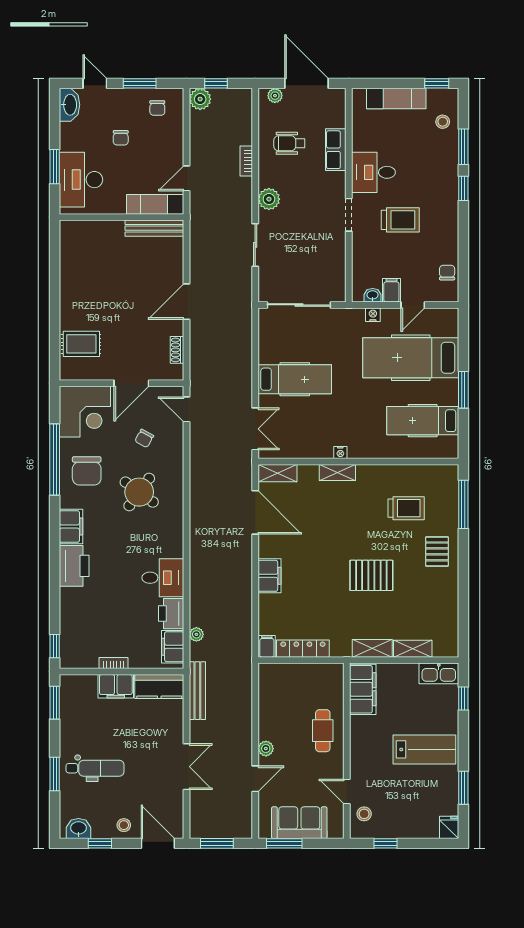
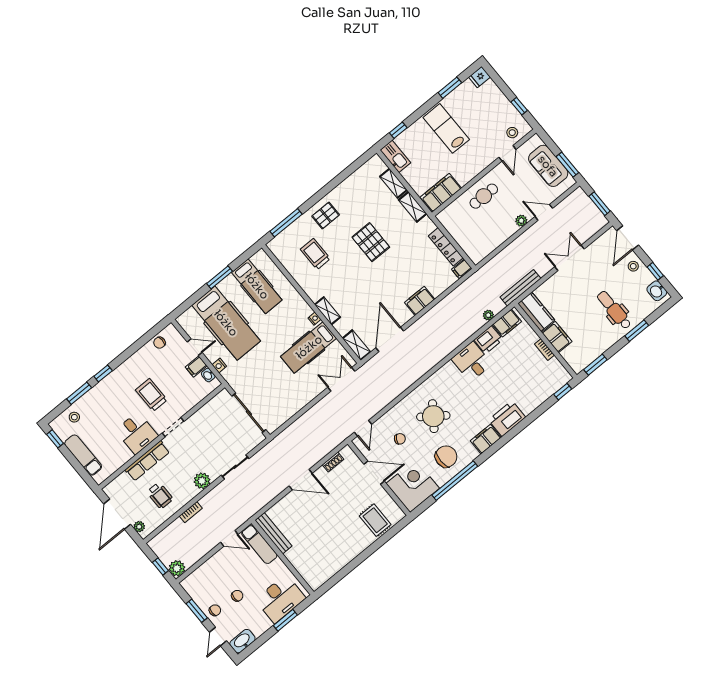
chair: (157, 108) -> (215, 610), moved
row of seats: (336, 150) -> (147, 461), width x1.48
hospital bed: (295, 379) -> (309, 347), moved, turned -90

